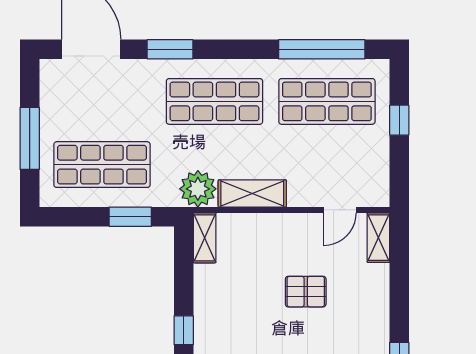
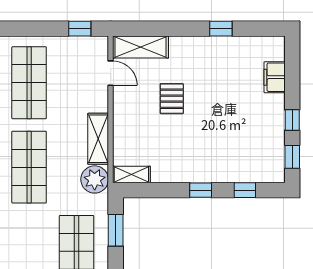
window: (399, 120) -> (80, 29), moved
shelving: (378, 238) -> (141, 47), width x1.50, depth x1.33

